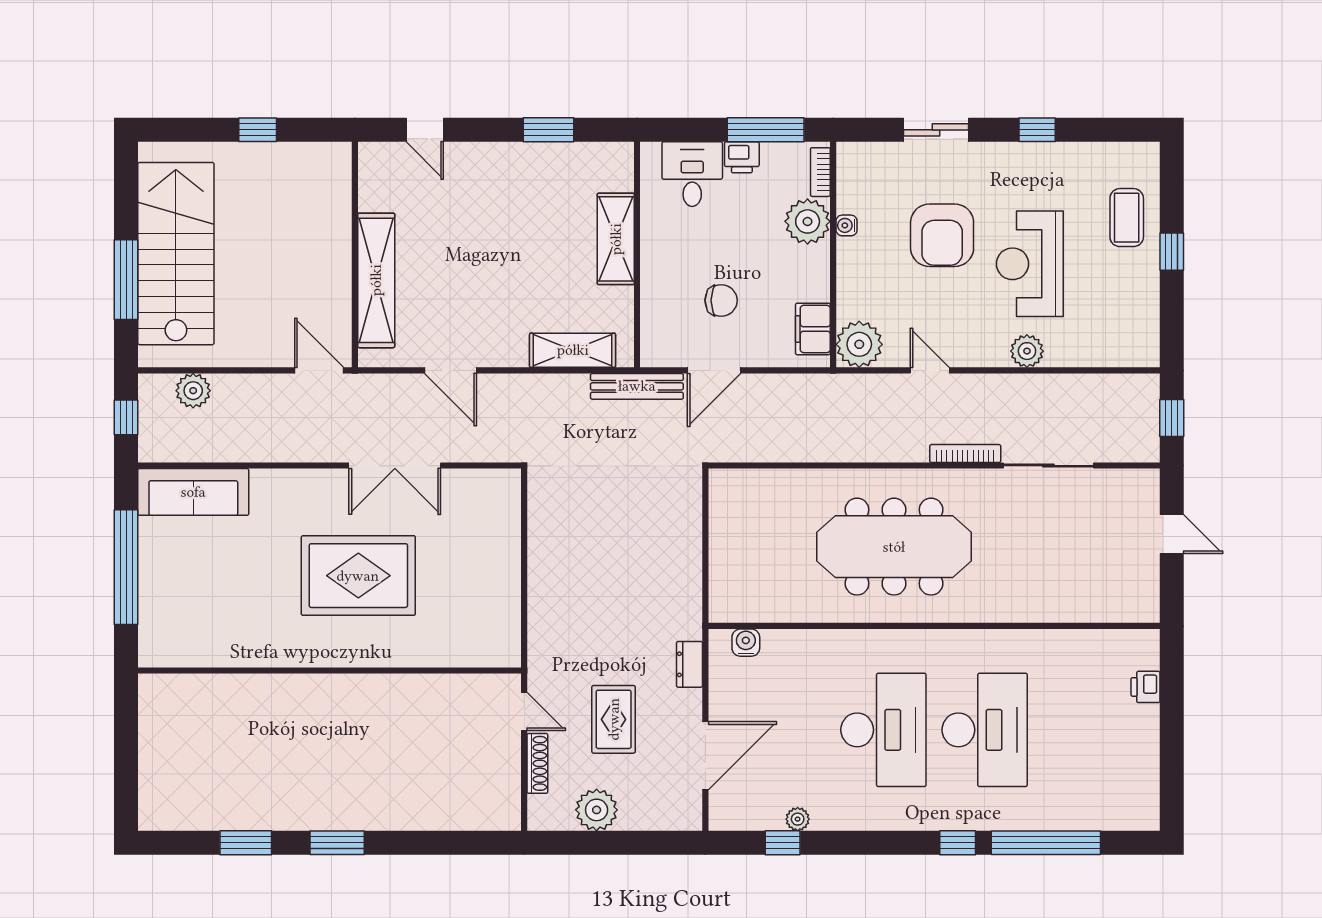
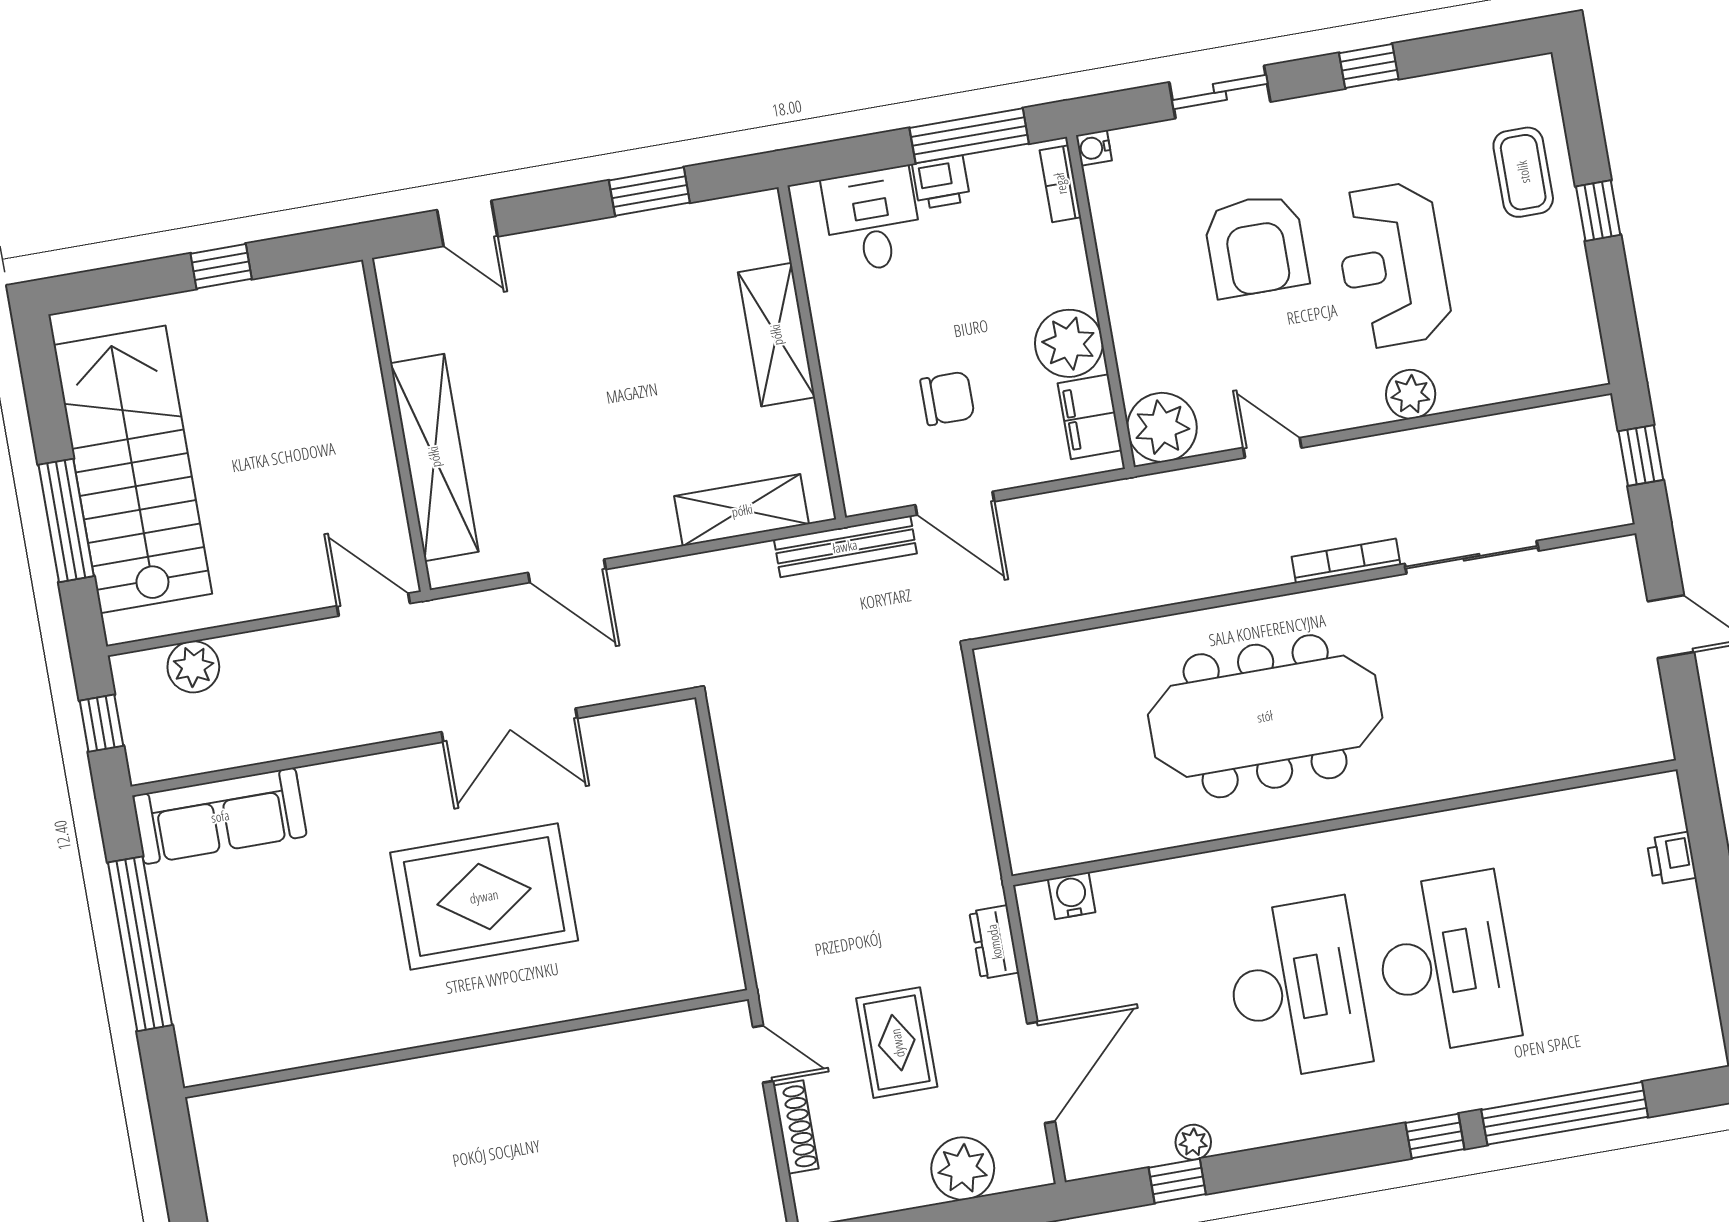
plant: (808, 221) -> (1069, 343), moved
water cooler: (847, 225) -> (1094, 148), moved
door: (714, 370) -> (955, 503), hinge flipped
plant: (597, 810) -> (963, 1169), moved

